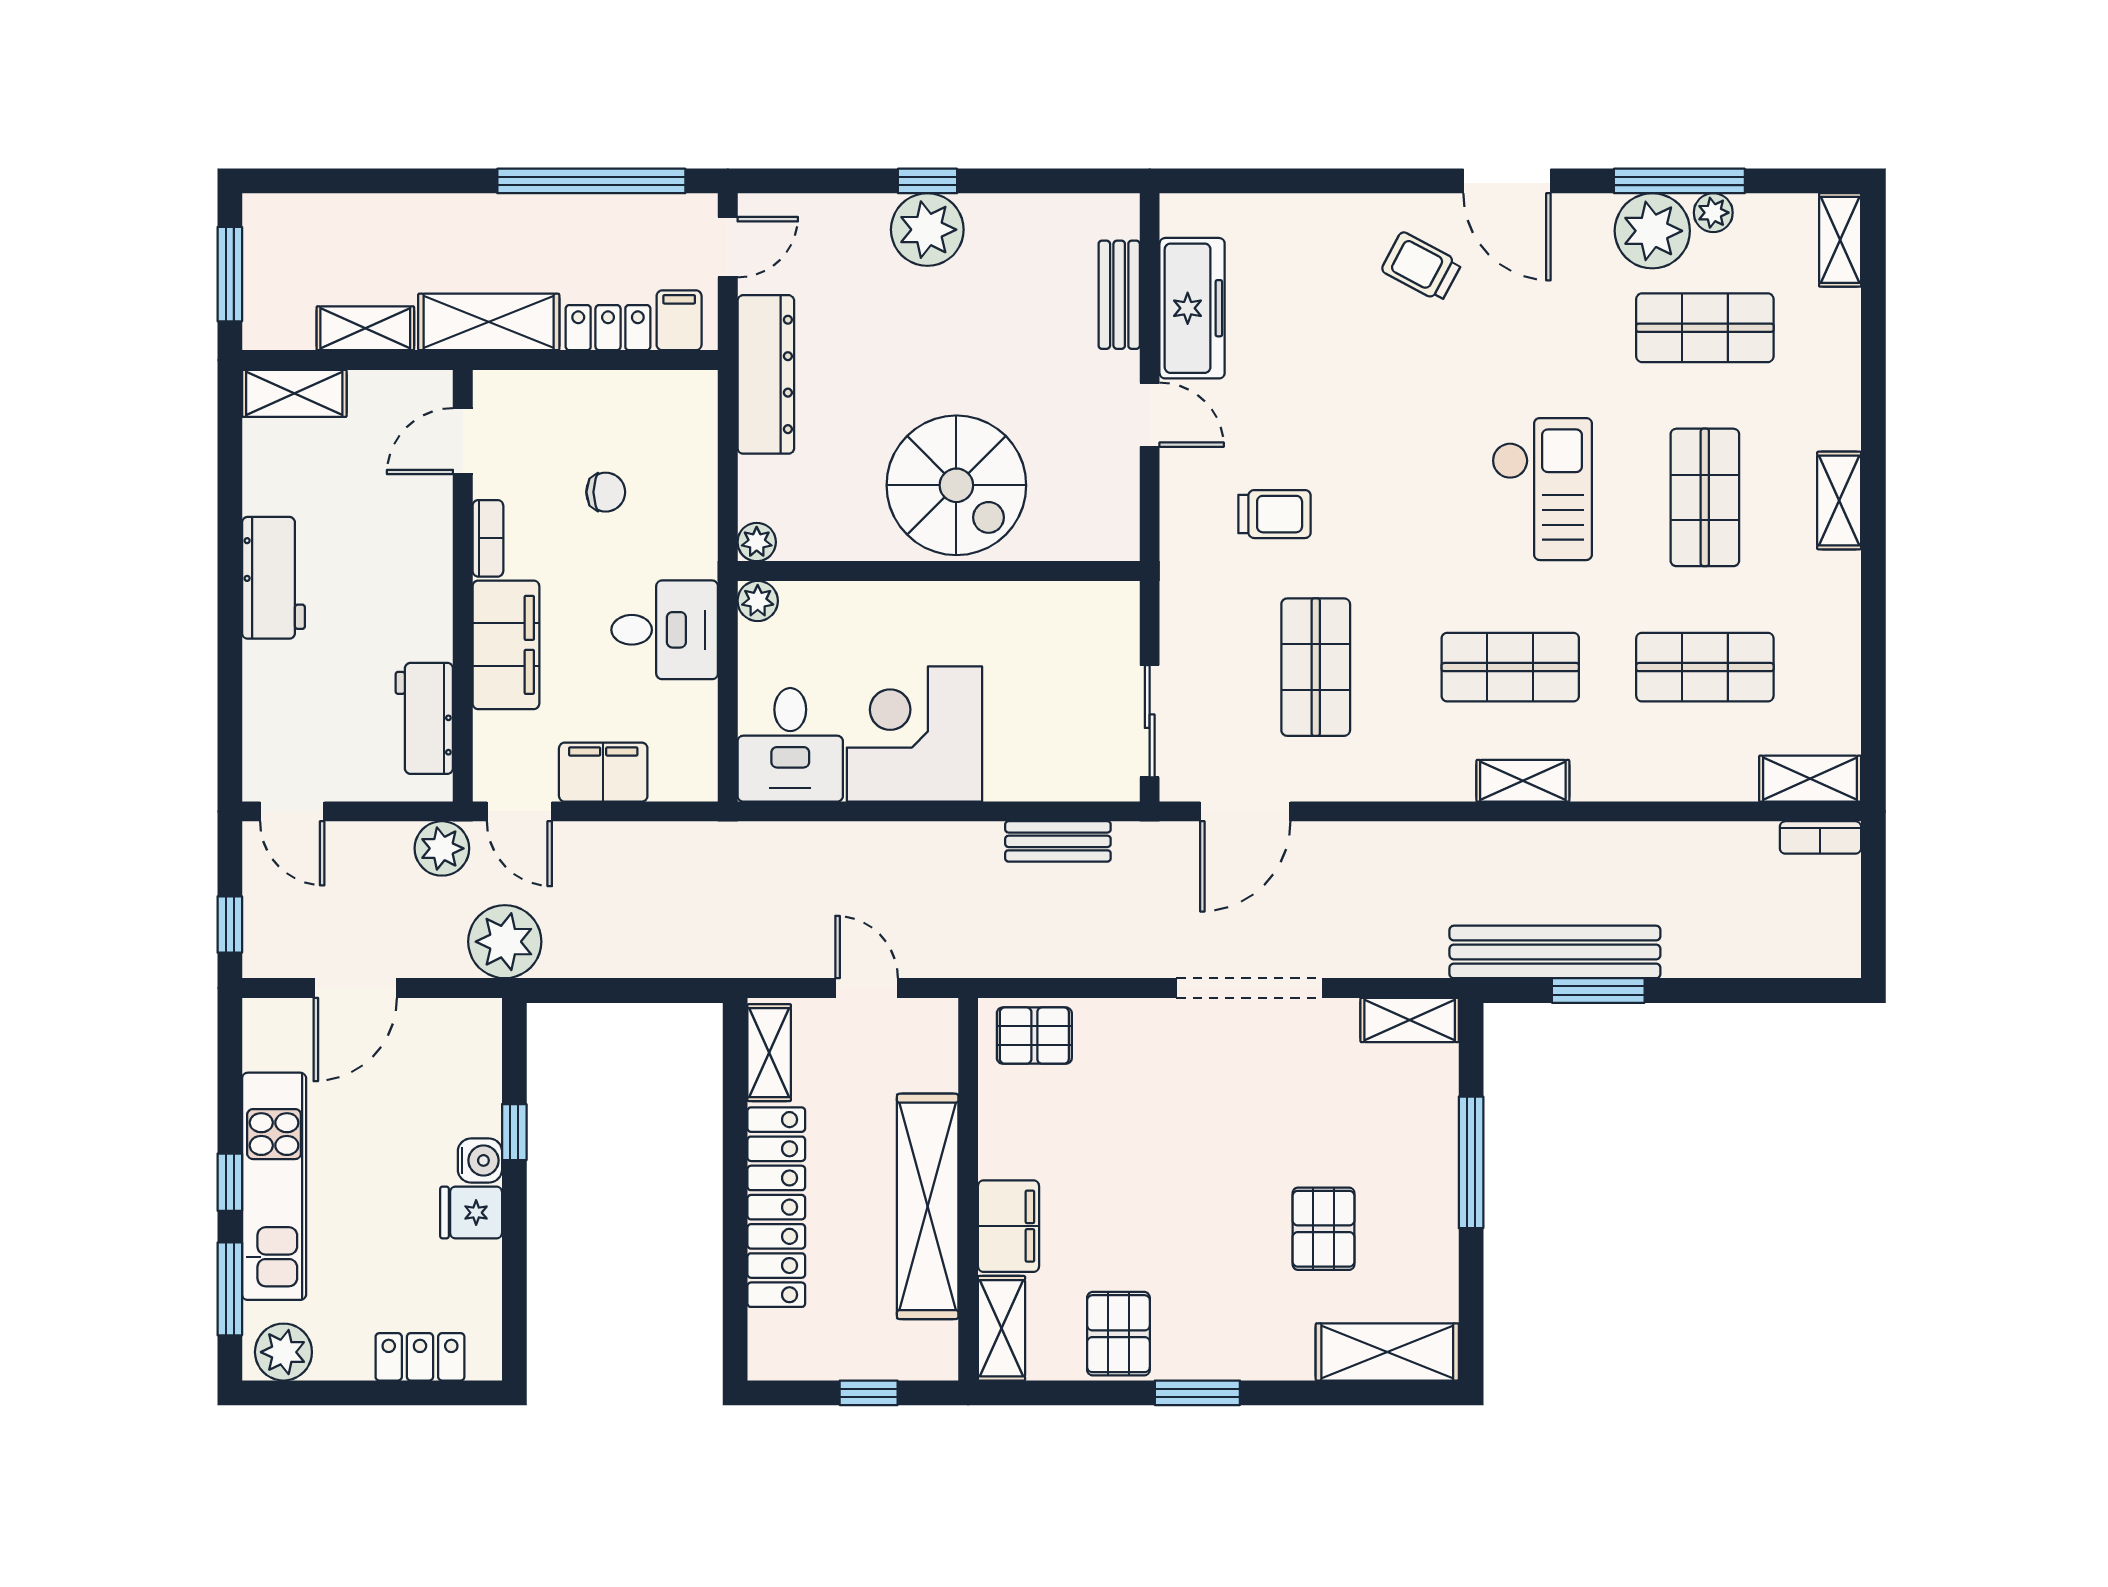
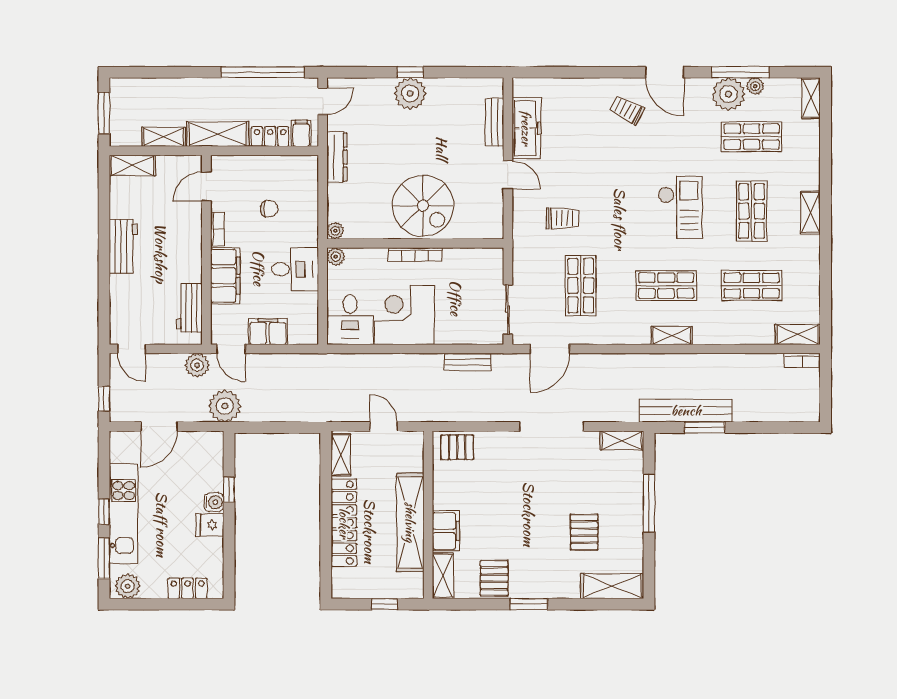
dresser: (766, 374) -> (337, 157), width x0.73, depth x0.80
bookcase: (938, 596) -> (415, 255), added

